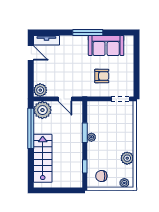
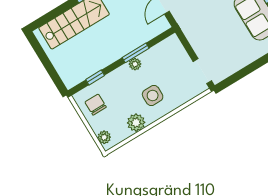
armchair: (102, 76) -> (216, 32), removed
side table: (117, 138) -> (153, 96), added

